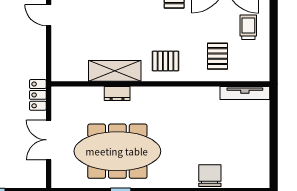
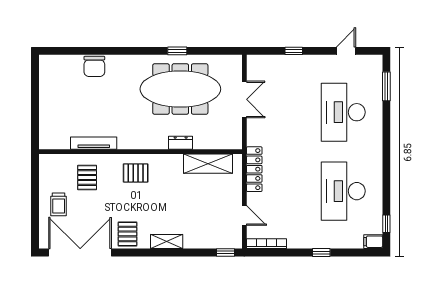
shelving: (115, 71) -> (208, 164), moved
tv unit: (245, 93) -> (94, 143), moved
locker: (38, 95) -> (254, 169), moved, width x1.53

